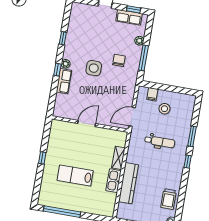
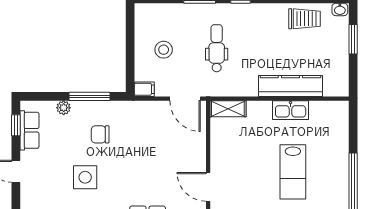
side table: (94, 68) -> (85, 177), moved
filing cabinet: (152, 94) -> (144, 89), moved
door: (87, 124) -> (208, 187), moved
shelving: (118, 158) -> (228, 109), moved

